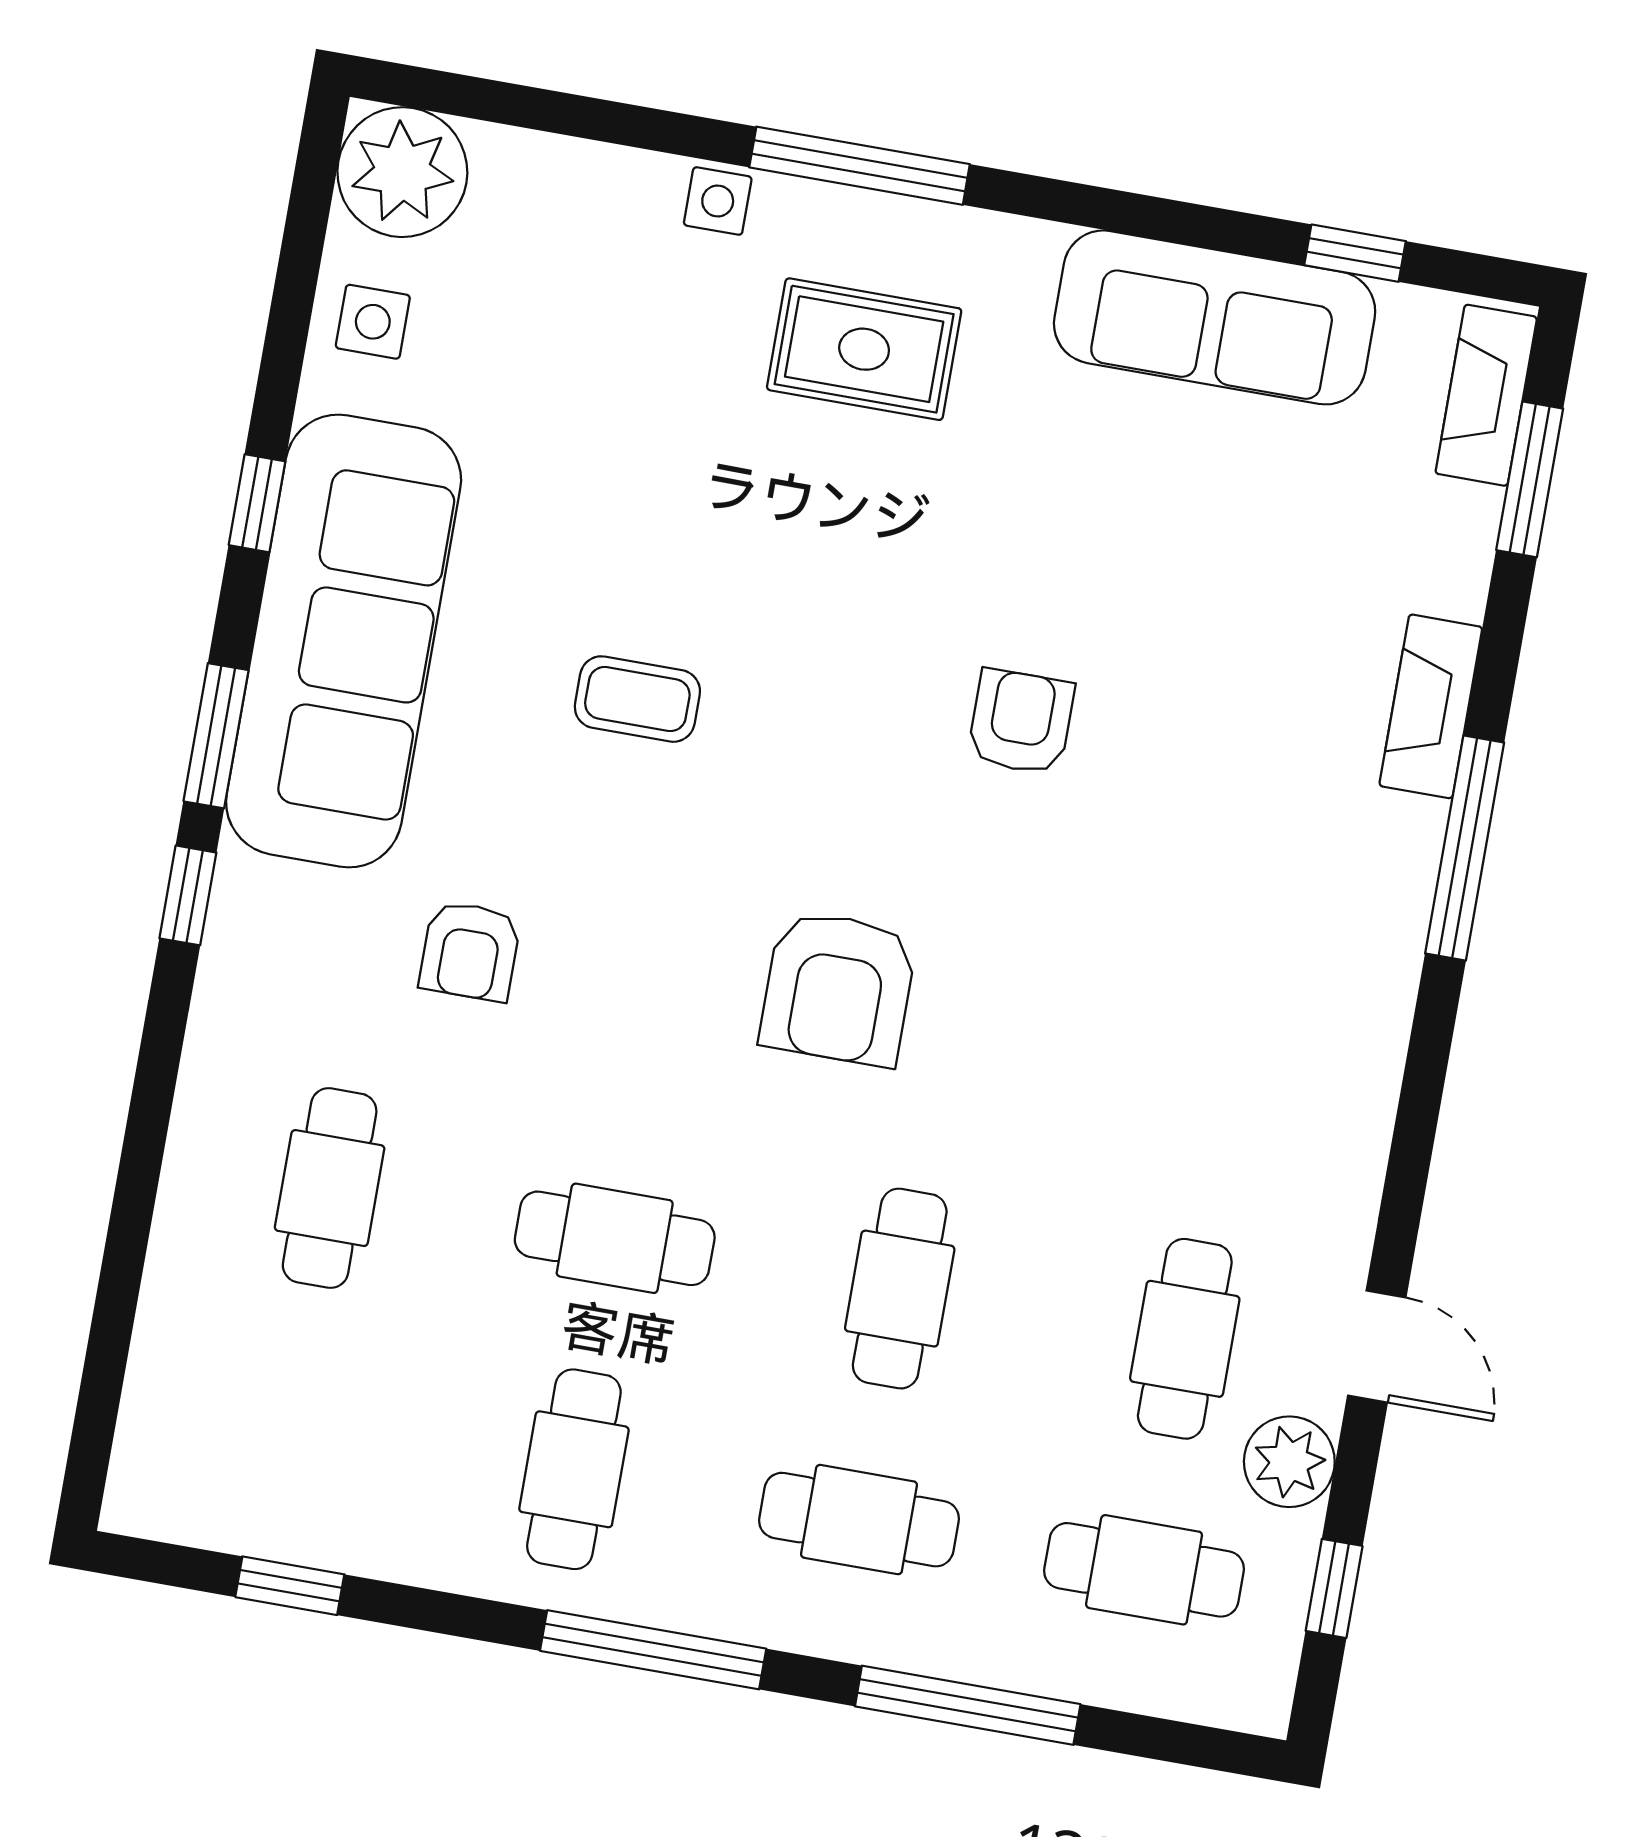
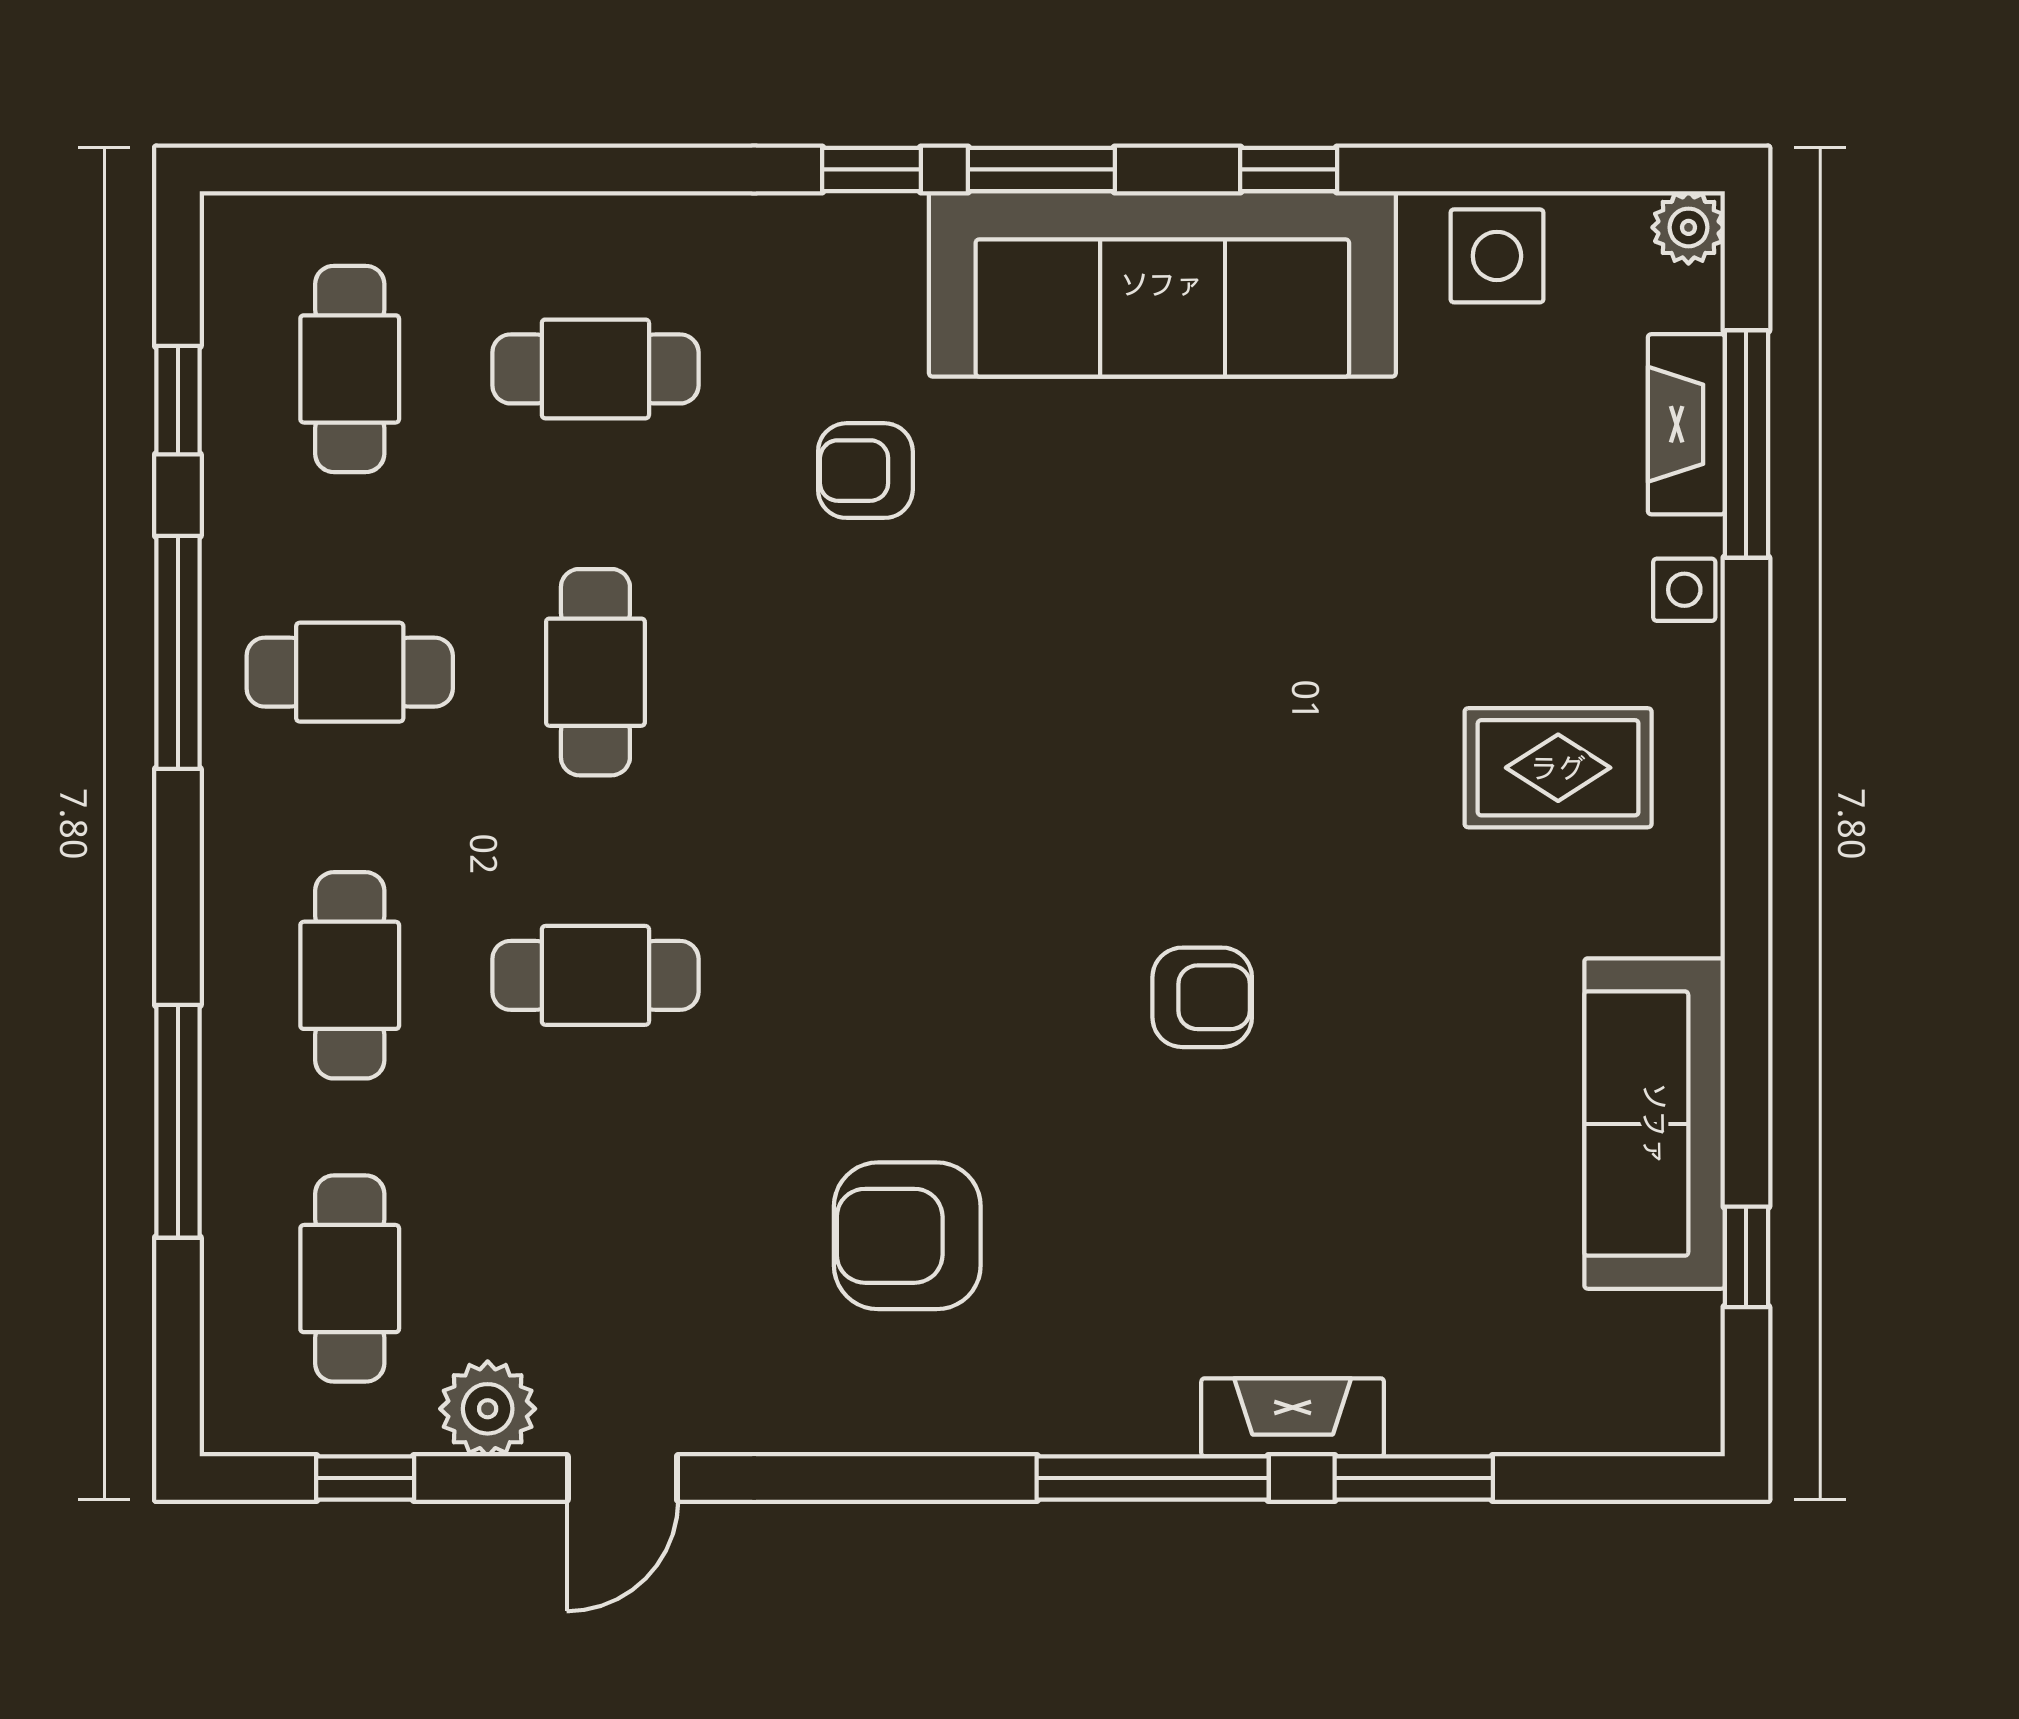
window: (860, 166) -> (1746, 444), moved
plant: (402, 172) -> (1688, 227), width x0.53, depth x0.53
side table: (373, 322) -> (1497, 256), width x1.37, depth x1.37
rug: (864, 349) -> (1558, 768), turned 90
fireplace: (1486, 395) -> (1686, 424), moved, turned -90
window: (1530, 479) -> (1414, 1478), moved
coffee table: (637, 699) -> (1156, 597), removed
armchair: (838, 988) -> (907, 1236), moved
cafe table: (1185, 1339) -> (350, 369), moved, turned 90
window: (653, 1650) -> (178, 652), moved

